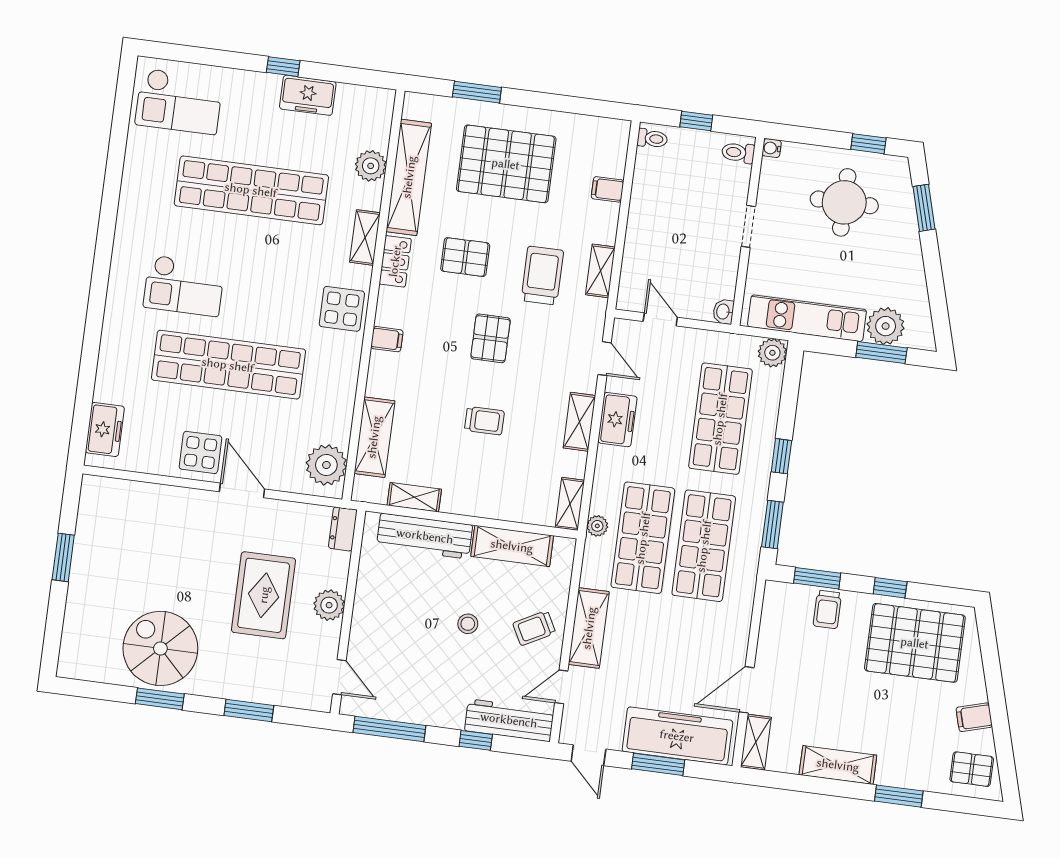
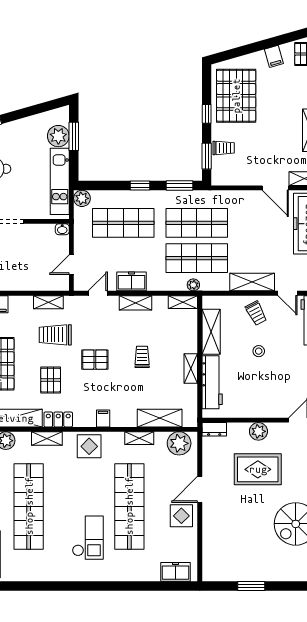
shelving: (345, 397) -> (139, 438), added
shelving: (414, 497) -> (191, 368), moved

